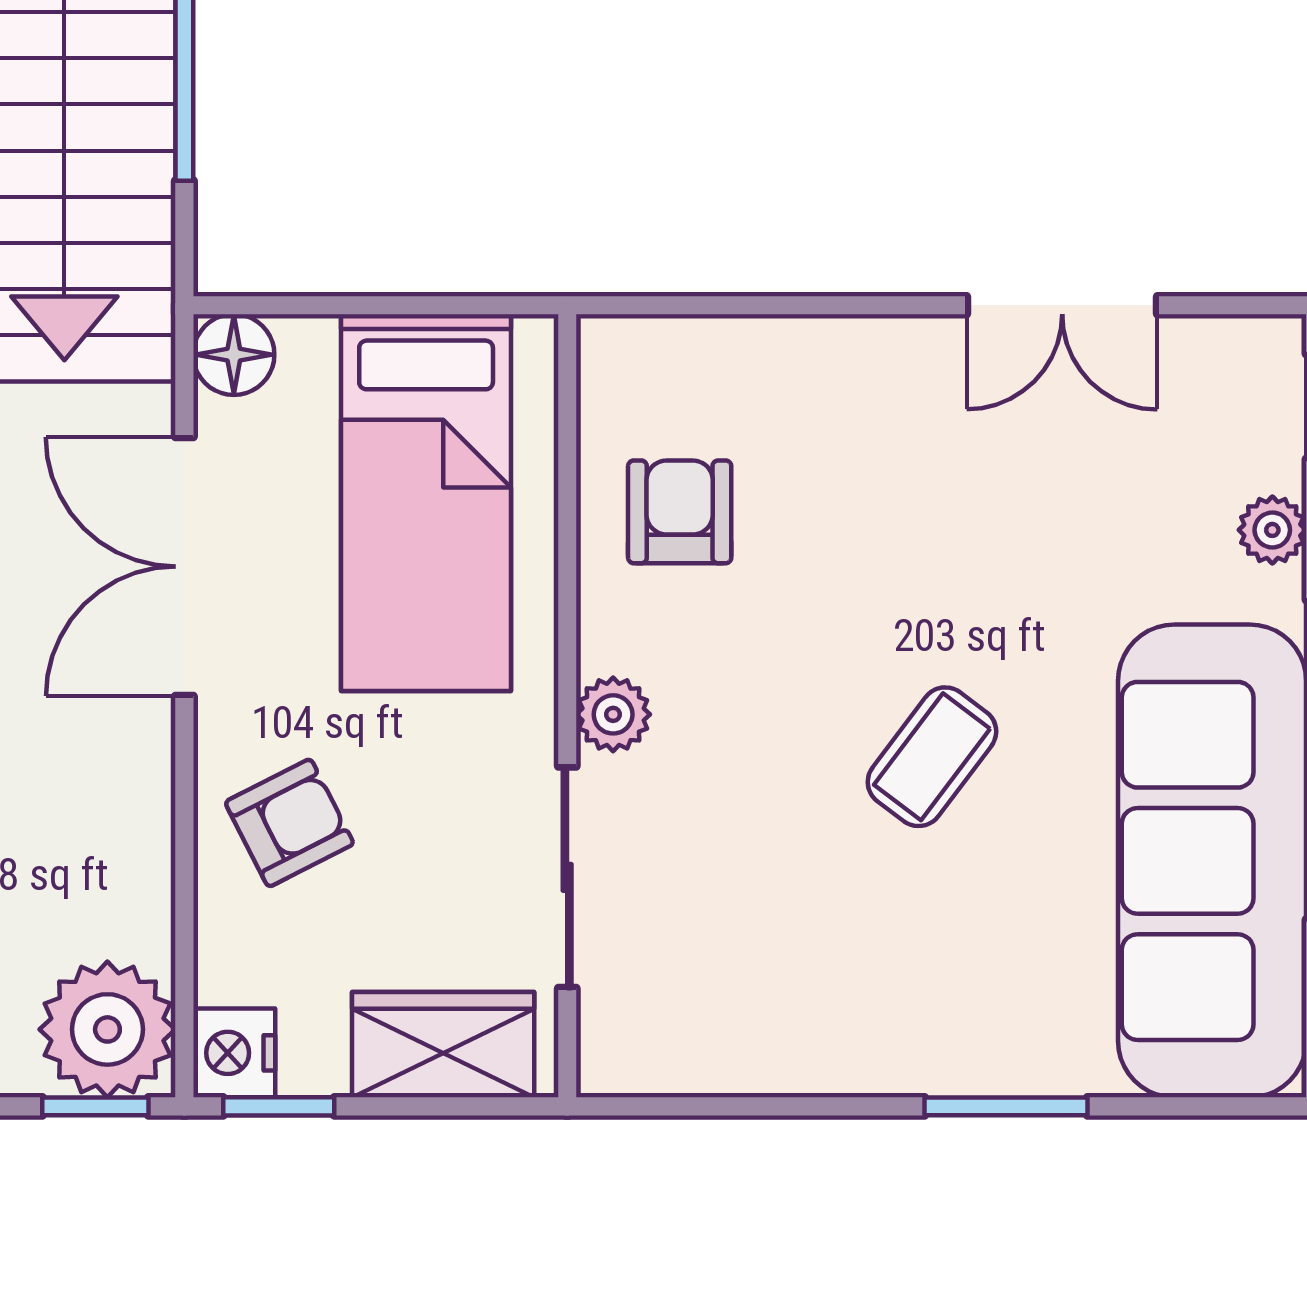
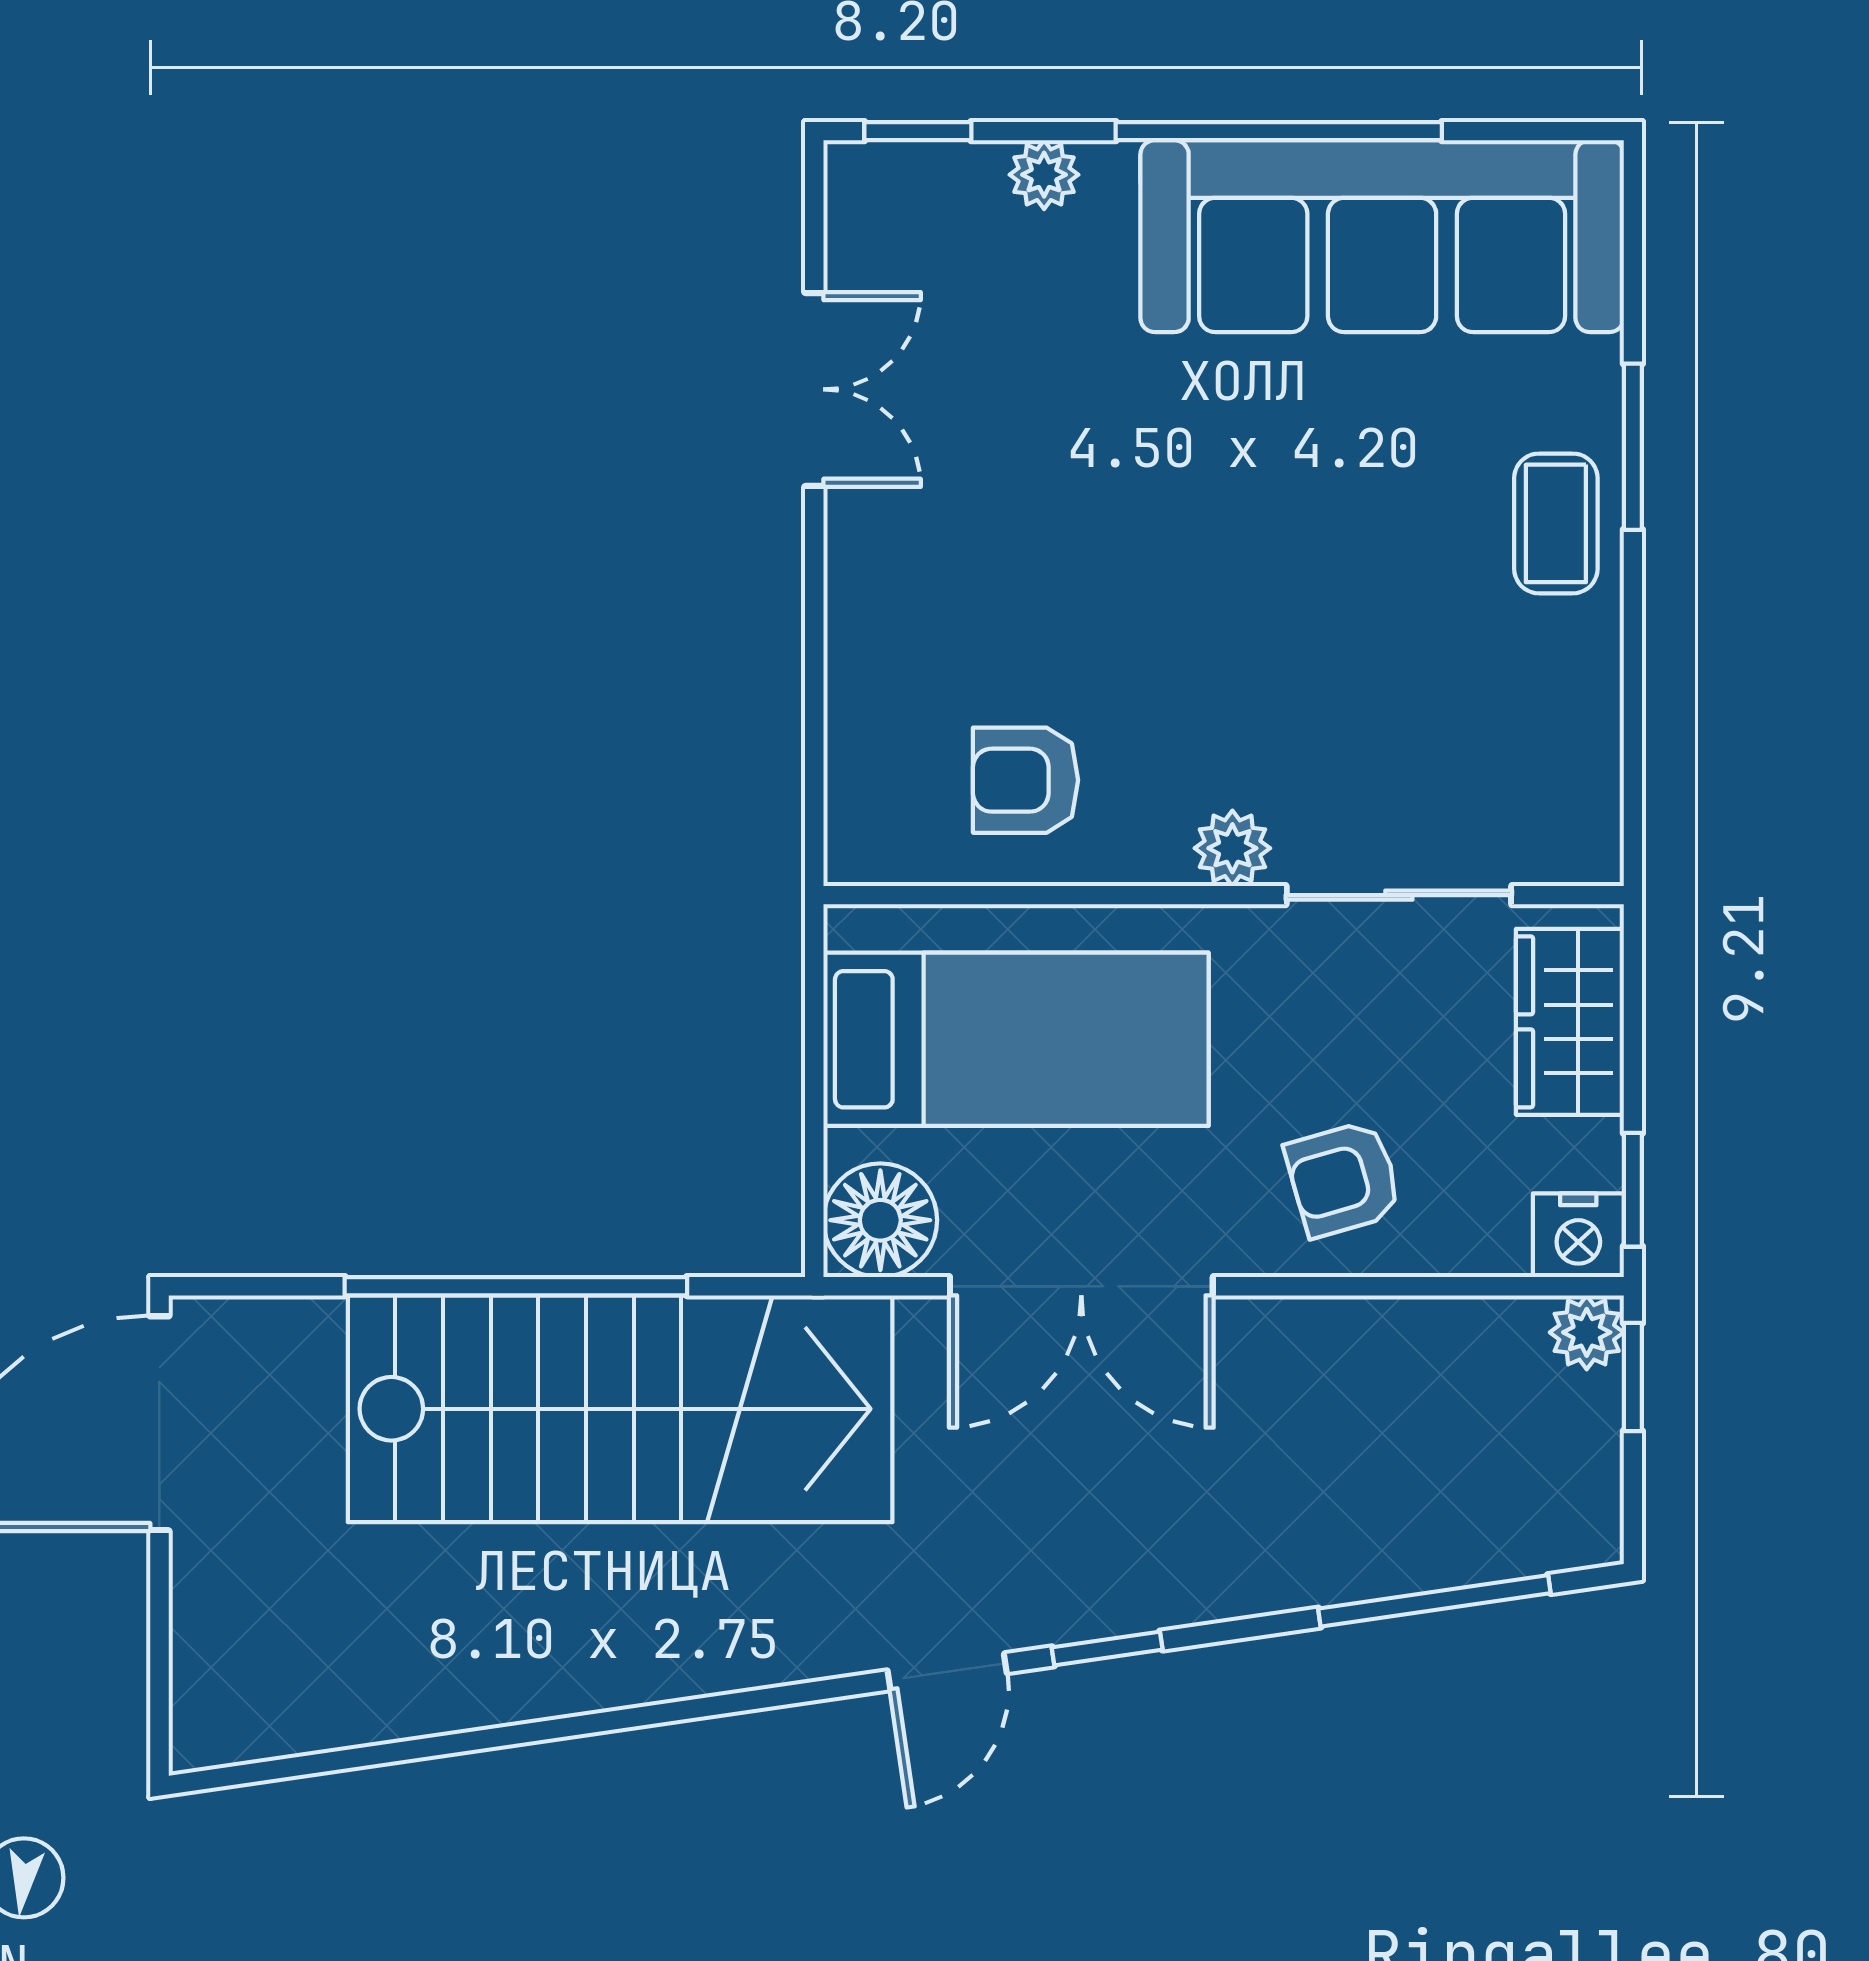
floor lamp: (234, 355) -> (880, 1220), width x1.38, depth x1.38
coffee table: (932, 757) -> (1556, 523), moved, turned 53
armchair: (289, 823) -> (1343, 1179), turned -79
plant: (107, 1029) -> (1587, 1332), width x0.53, depth x0.53

